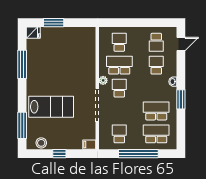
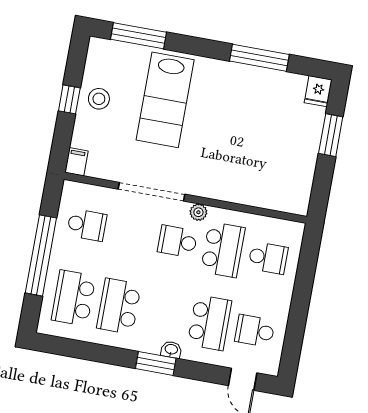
school desk: (156, 65) -> (209, 323), width x1.85
school desk: (119, 88) -> (177, 241), turned 180
window: (181, 99) -> (156, 363), moved
school desk: (156, 111) -> (119, 306), turned 180
school desk: (156, 134) -> (74, 298), turned 180
stool: (41, 143) -> (99, 99), moved

